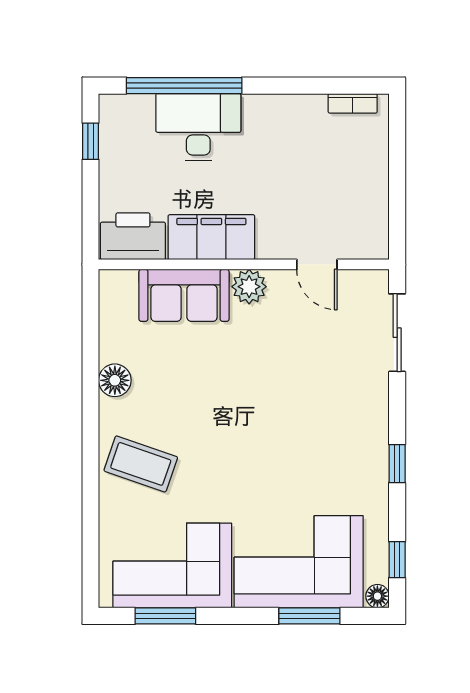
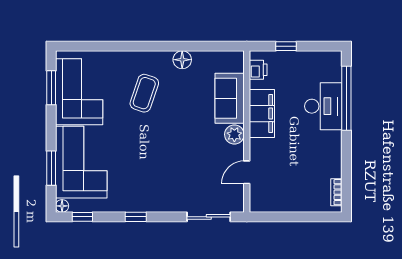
window: (90, 141) -> (286, 46), moved
printer: (133, 236) -> (258, 70), width x0.53, depth x0.68
coffee table: (141, 464) -> (144, 93), moved

